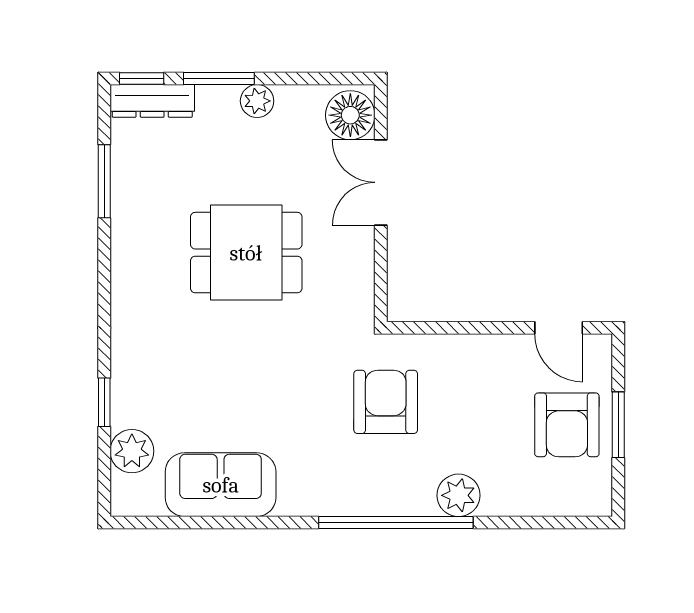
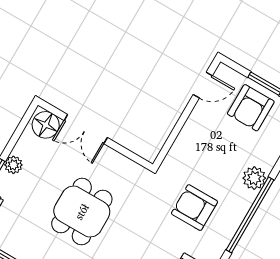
armchair: (386, 402) -> (195, 208), moved
armchair: (567, 425) -> (251, 108), turned 90

